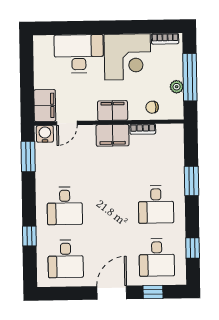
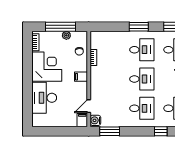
filing cabinet: (45, 105) -> (82, 120), width x0.50
filing cabinet: (113, 111) -> (81, 77), width x0.50
door: (67, 123) -> (89, 106), swing flipped
filing cabinet: (113, 135) -> (97, 77), removed
window: (192, 181) -> (139, 27), moved
desk: (110, 205) -> (142, 79), added

